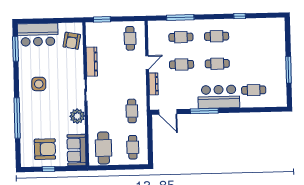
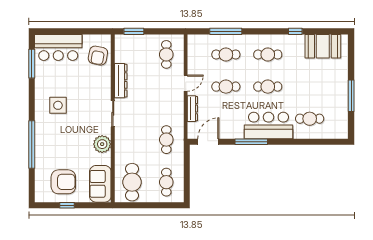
booth: (263, 28) -> (323, 46), added
door: (168, 112) -> (208, 142), swing flipped

